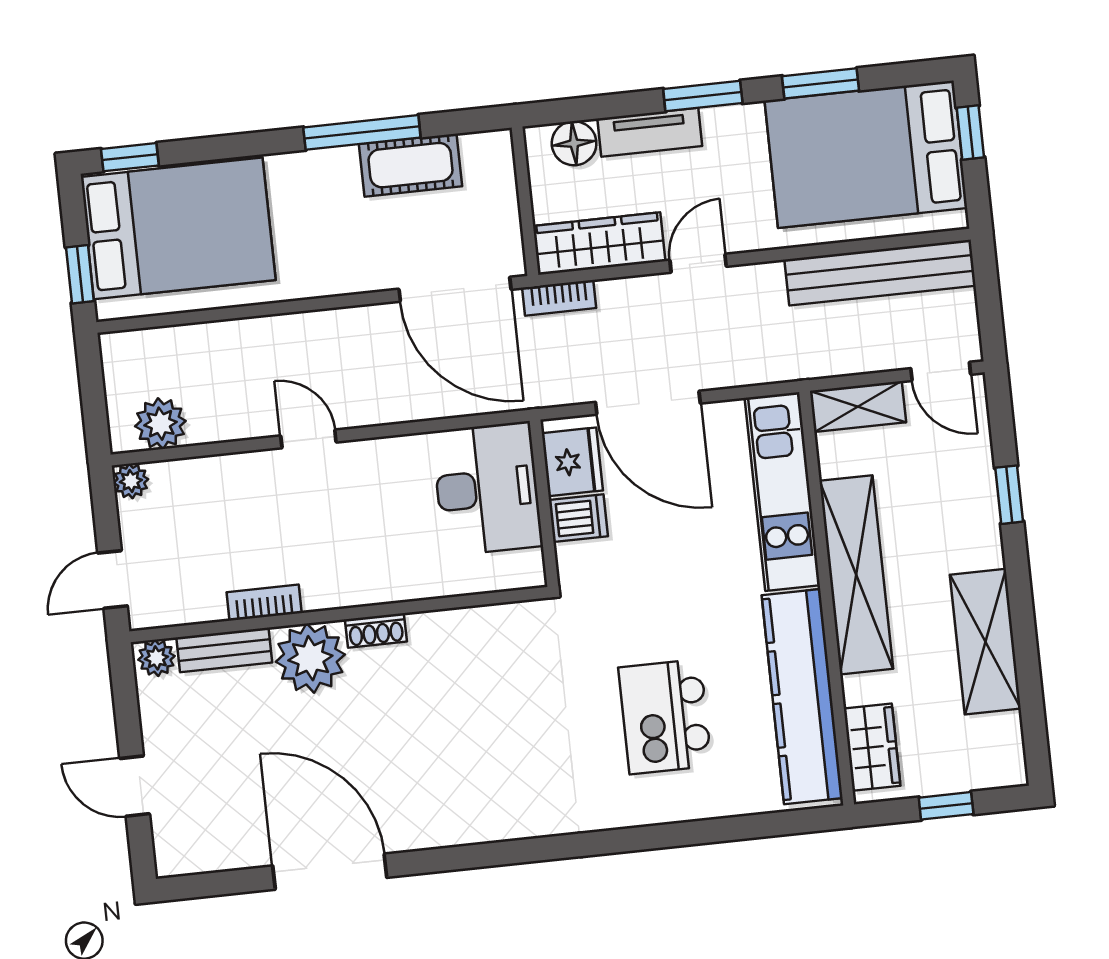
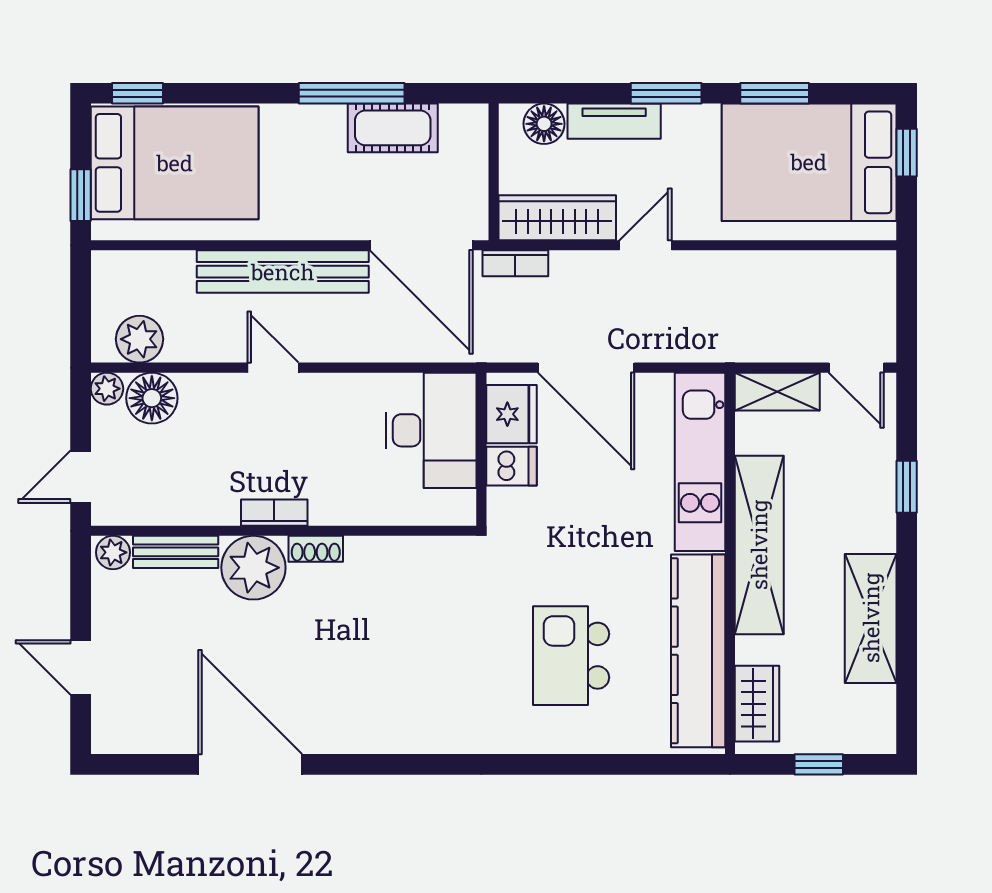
bench: (880, 273) -> (283, 272), moved
floor lamp: (181, 486) -> (152, 398), added
bookcase: (264, 603) -> (274, 513), moved

